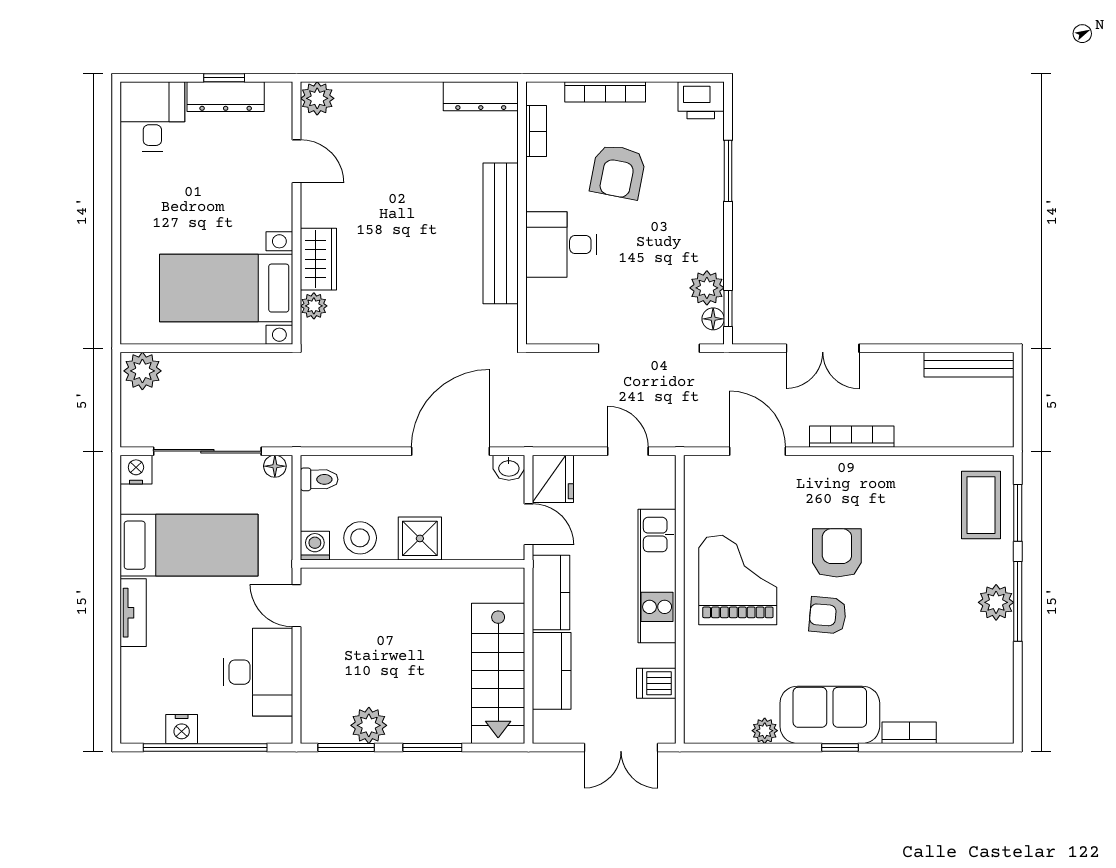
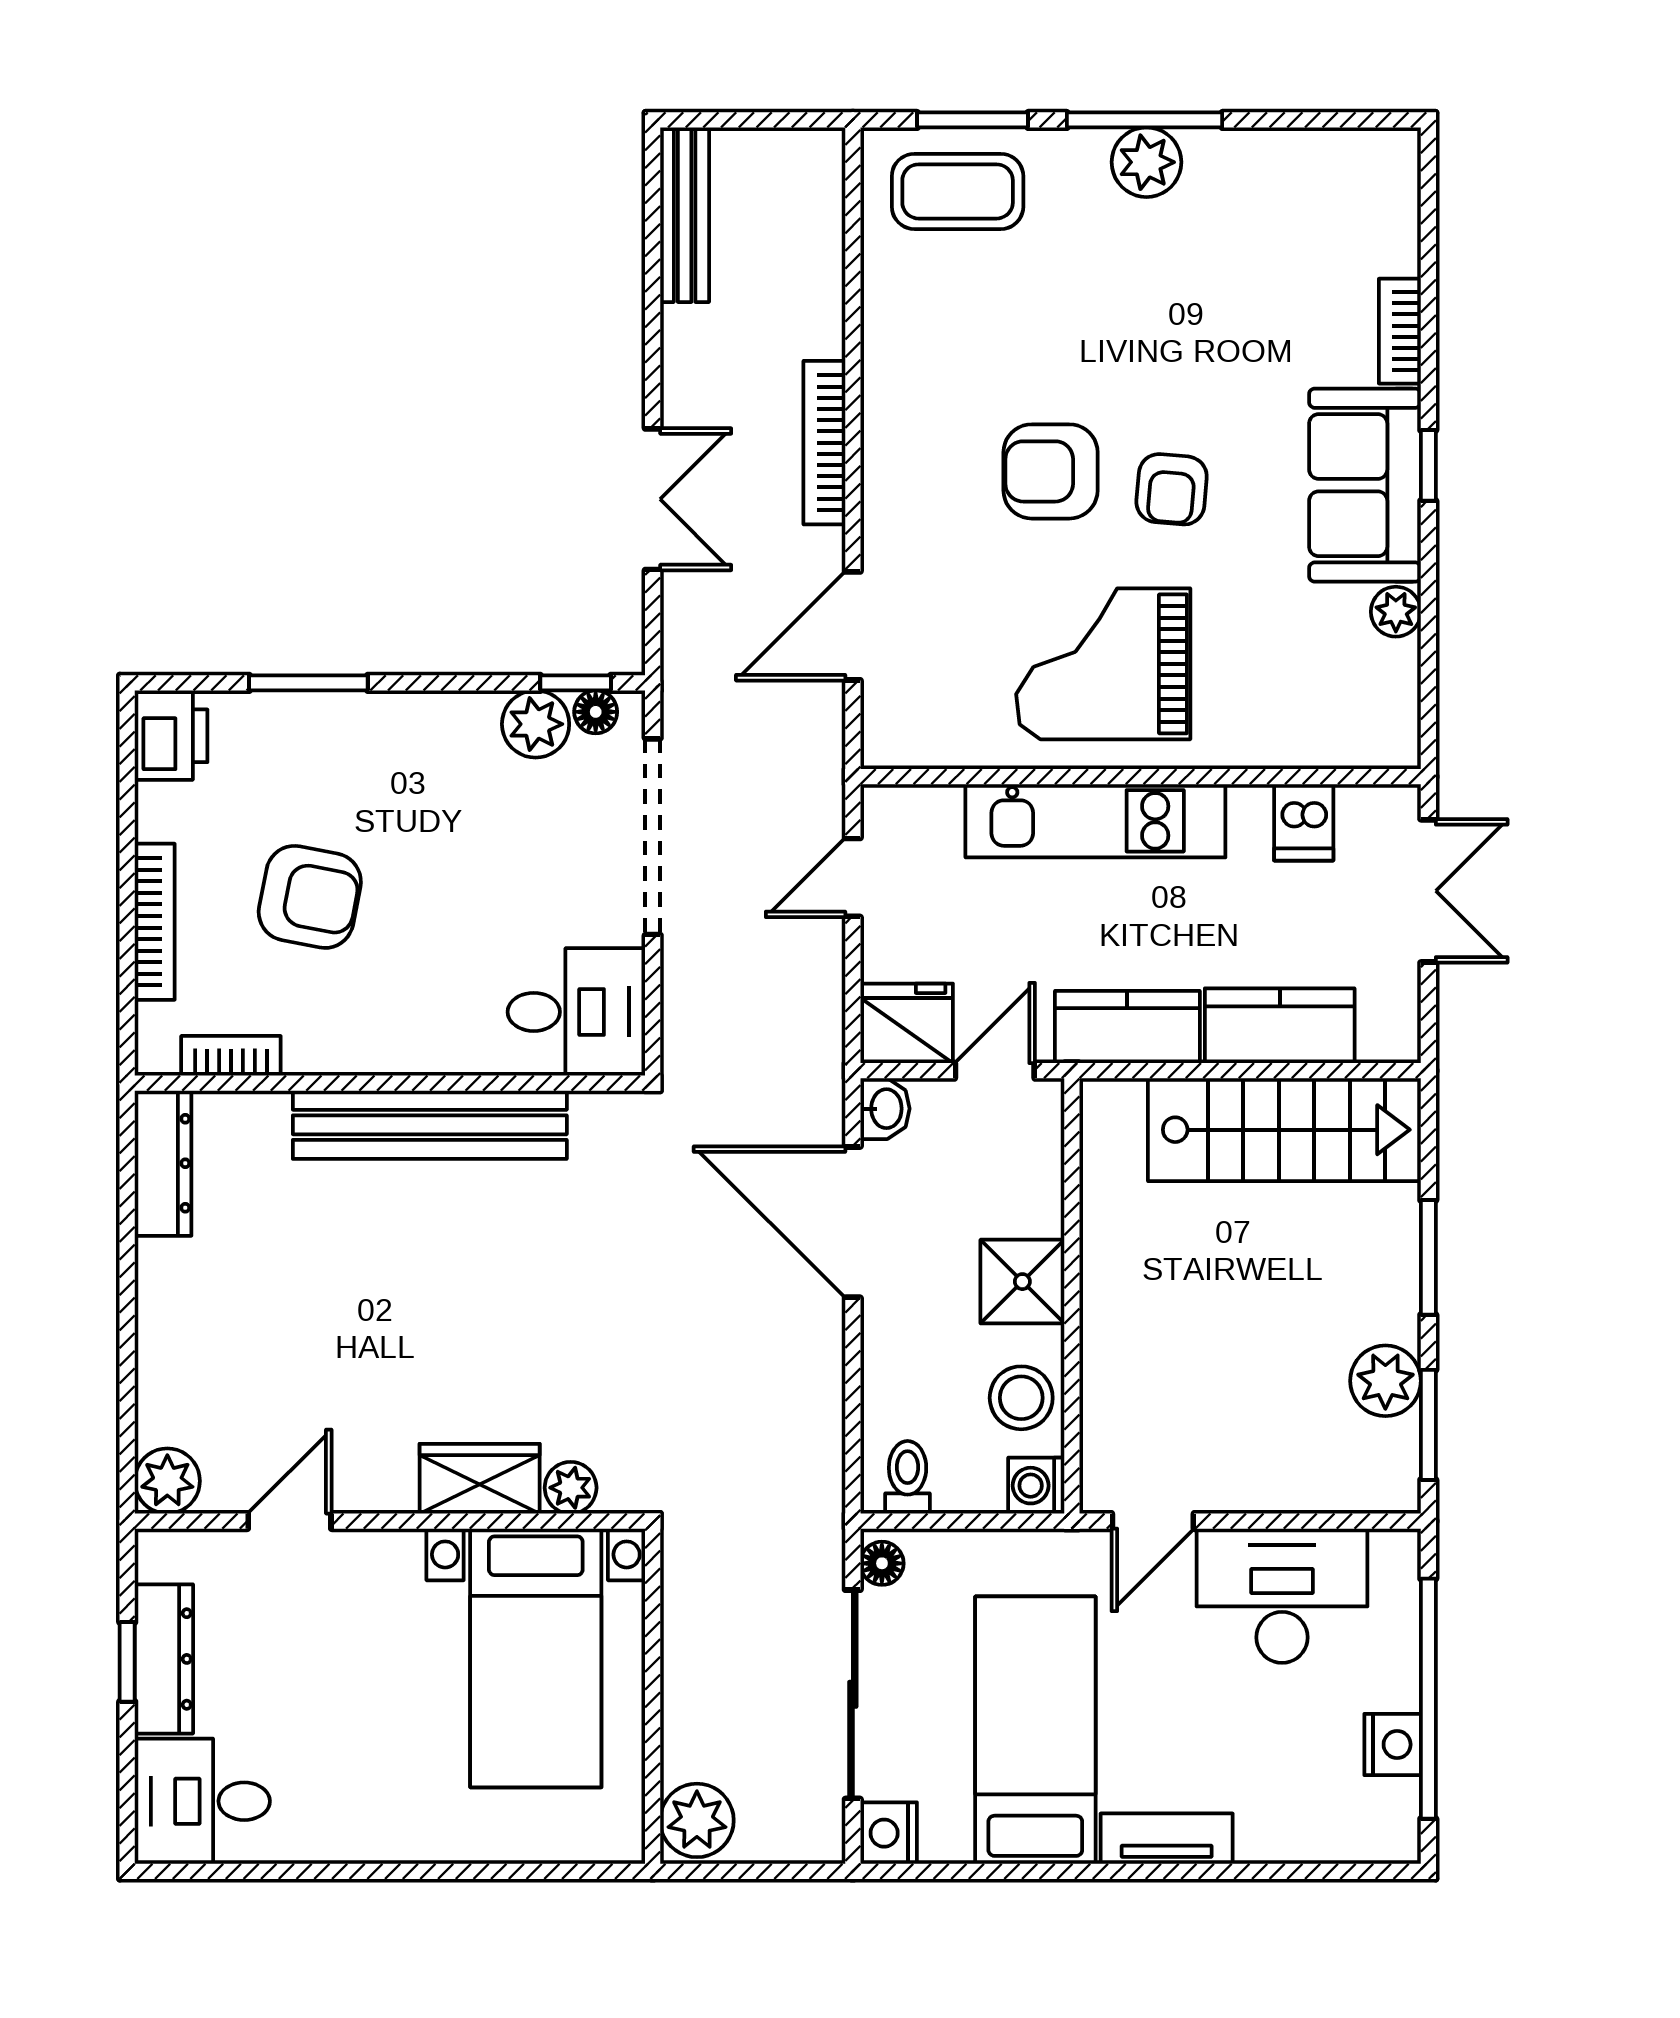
desk: (561, 244) -> (576, 1012), moved, turned -90

